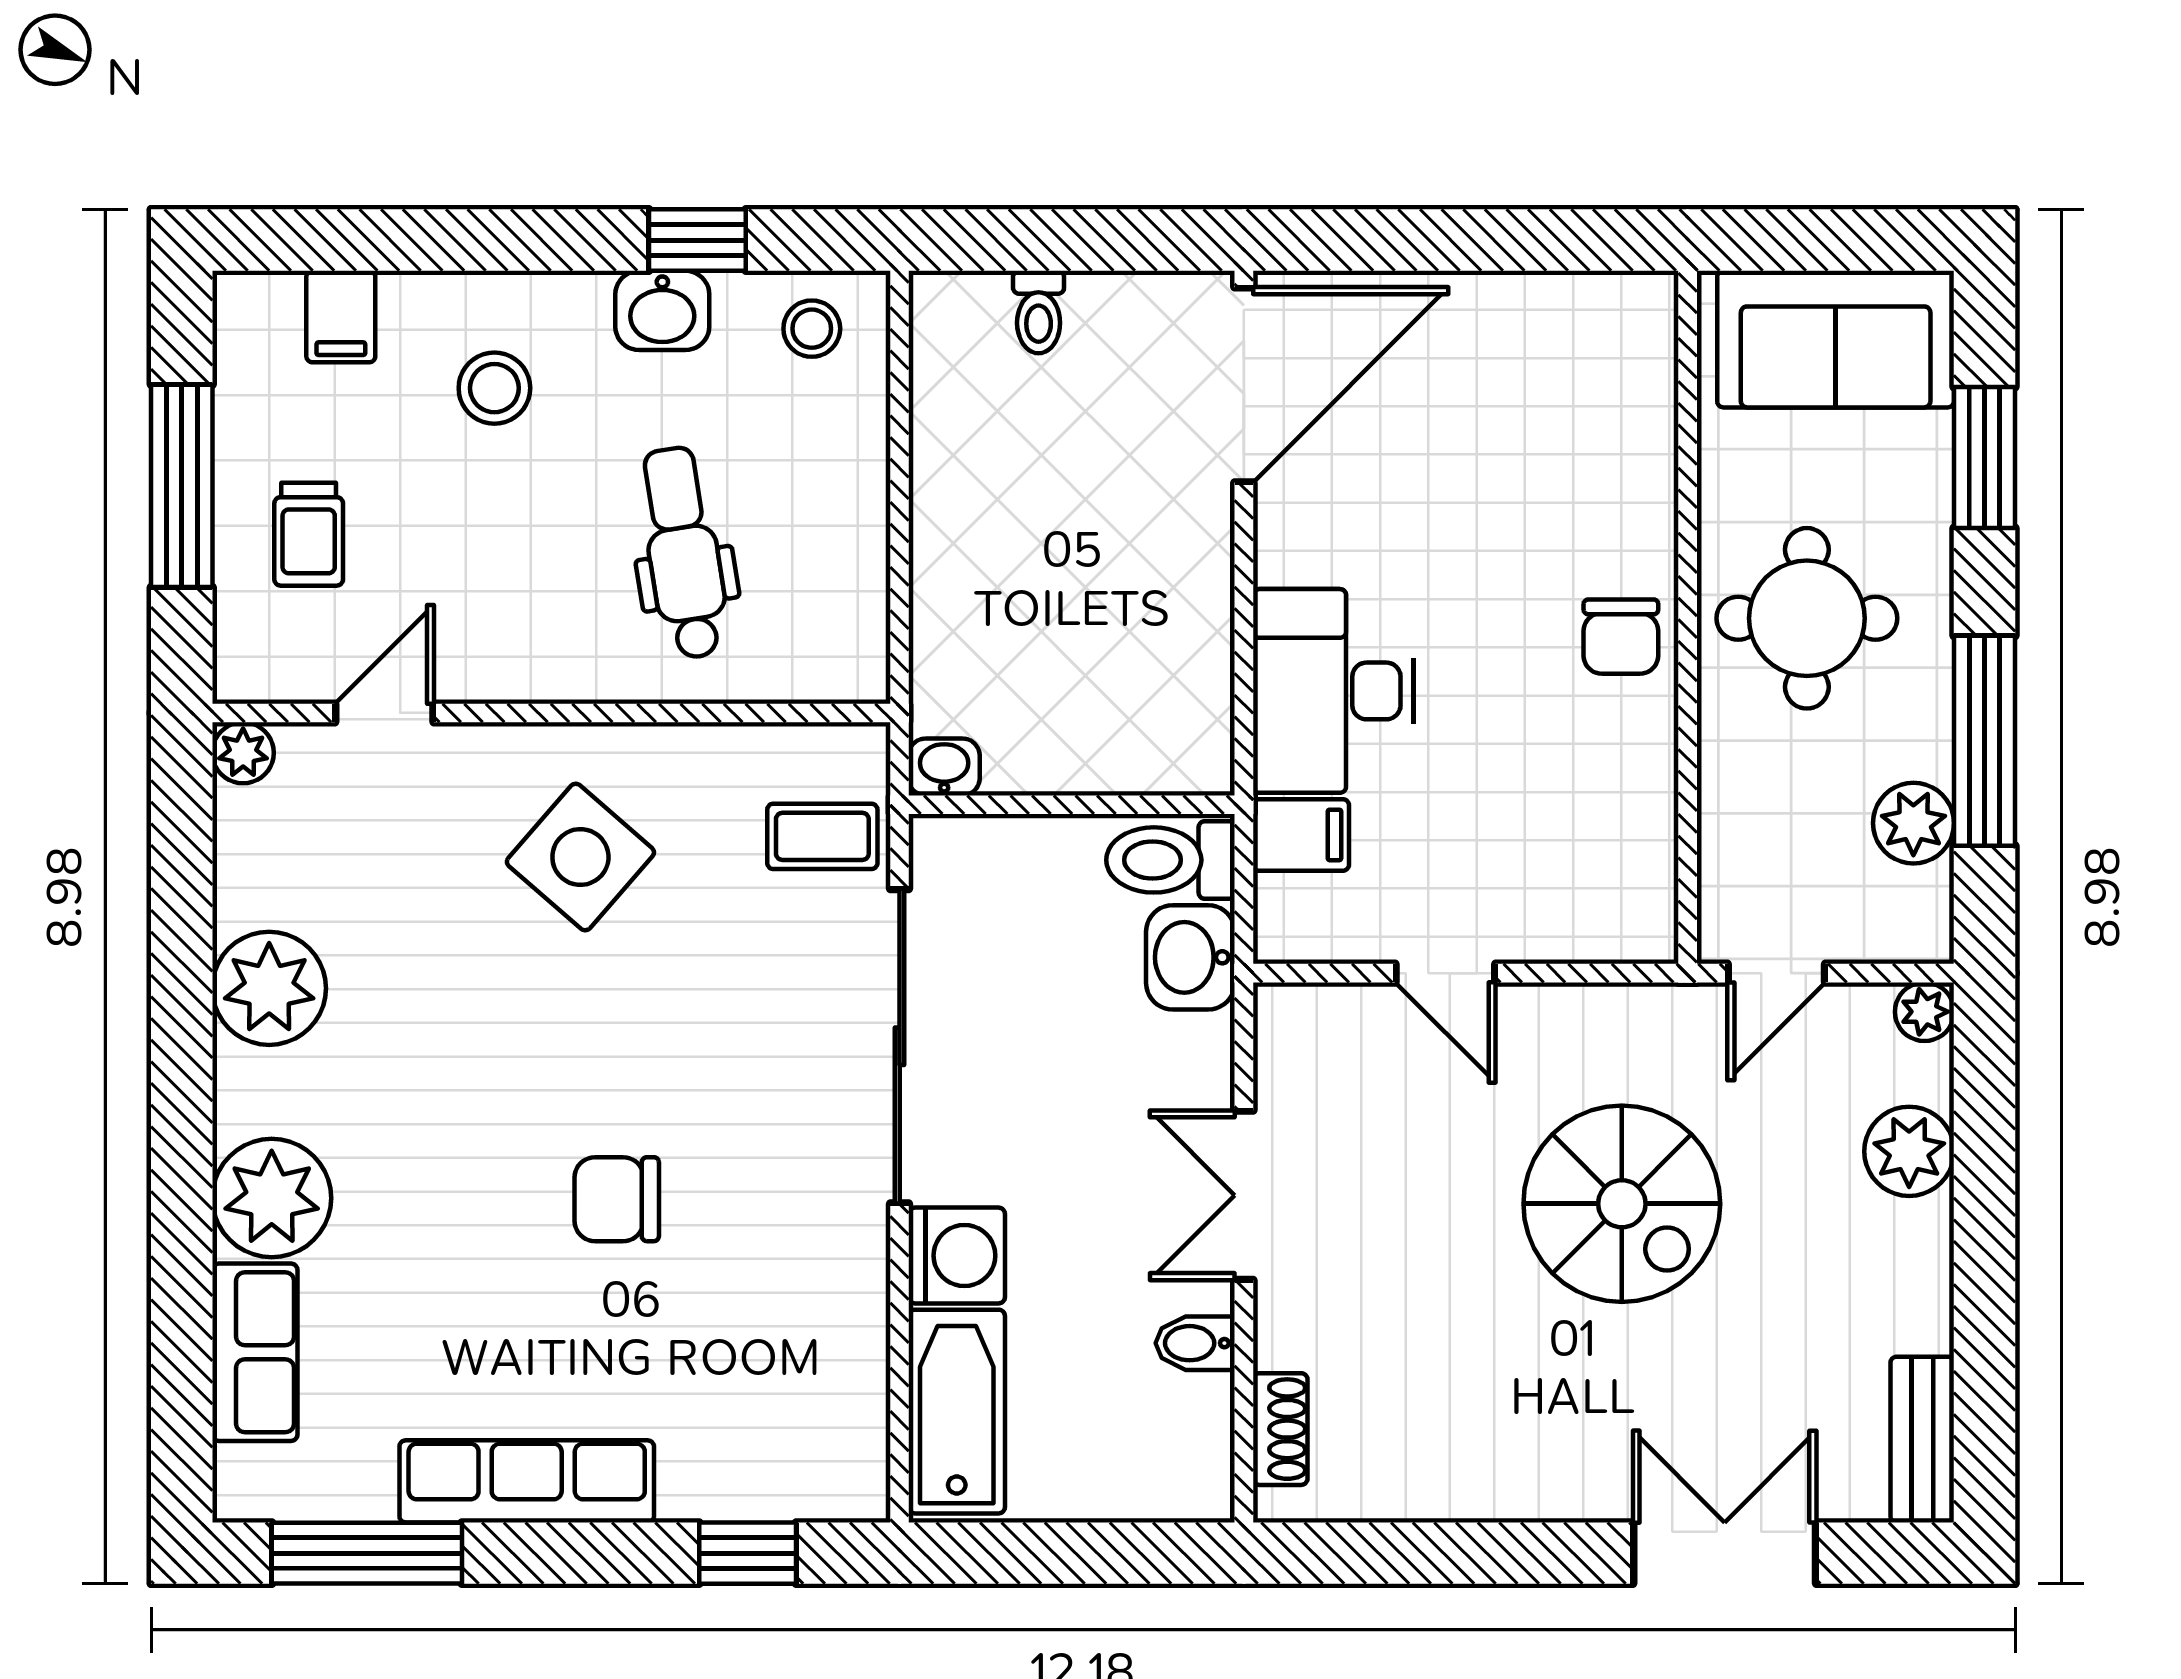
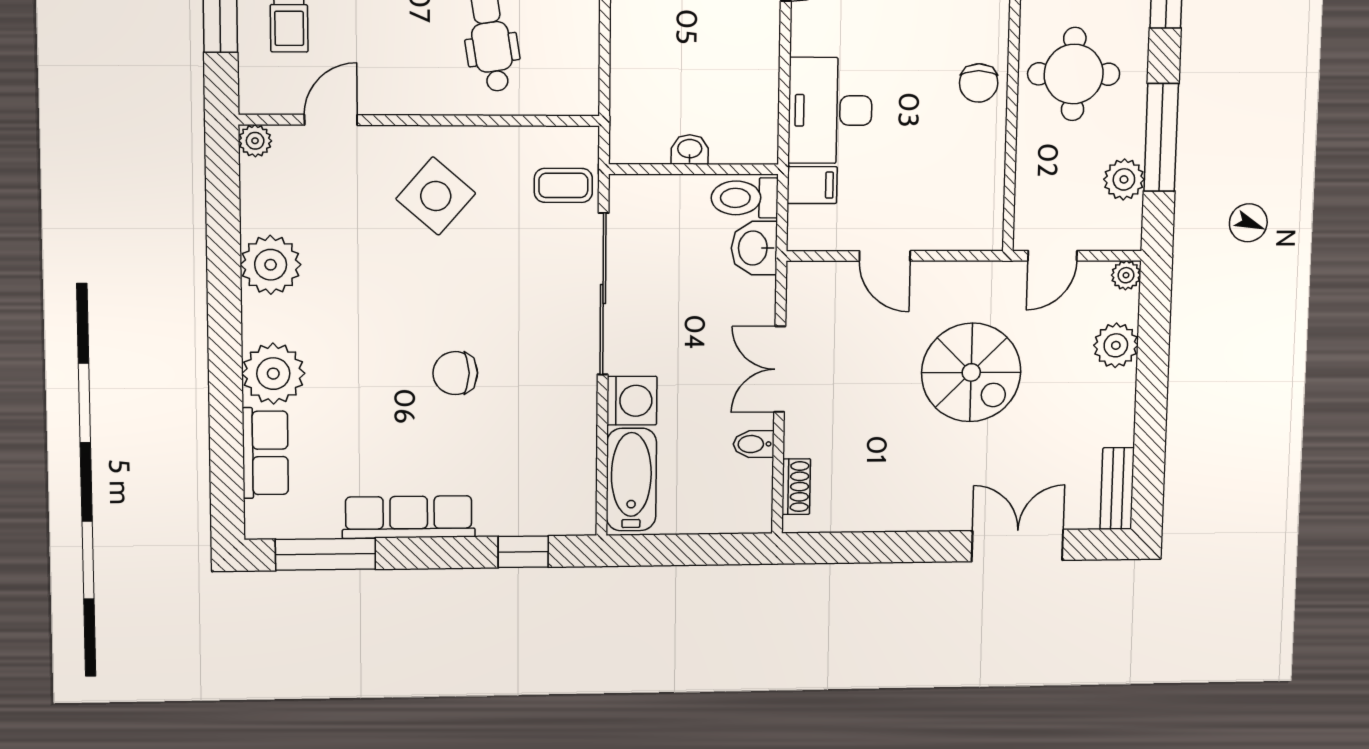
washbasin: (944, 767) -> (690, 150), moved

